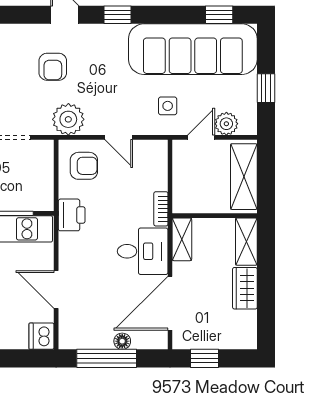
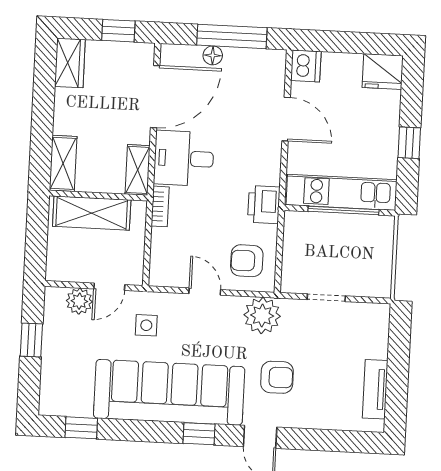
sofa: (193, 49) -> (169, 392), moved
armchair: (53, 67) -> (277, 377), turned 90
shelving: (244, 177) -> (92, 213), moved, turned 90
wardrobe: (245, 288) -> (70, 63), moved

